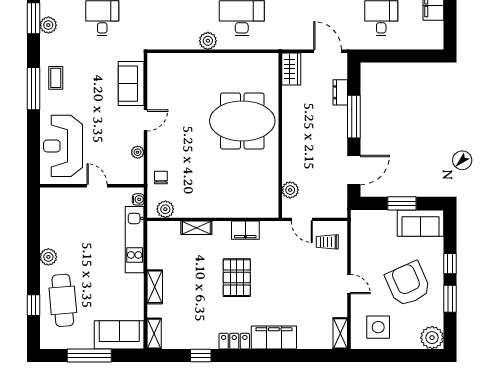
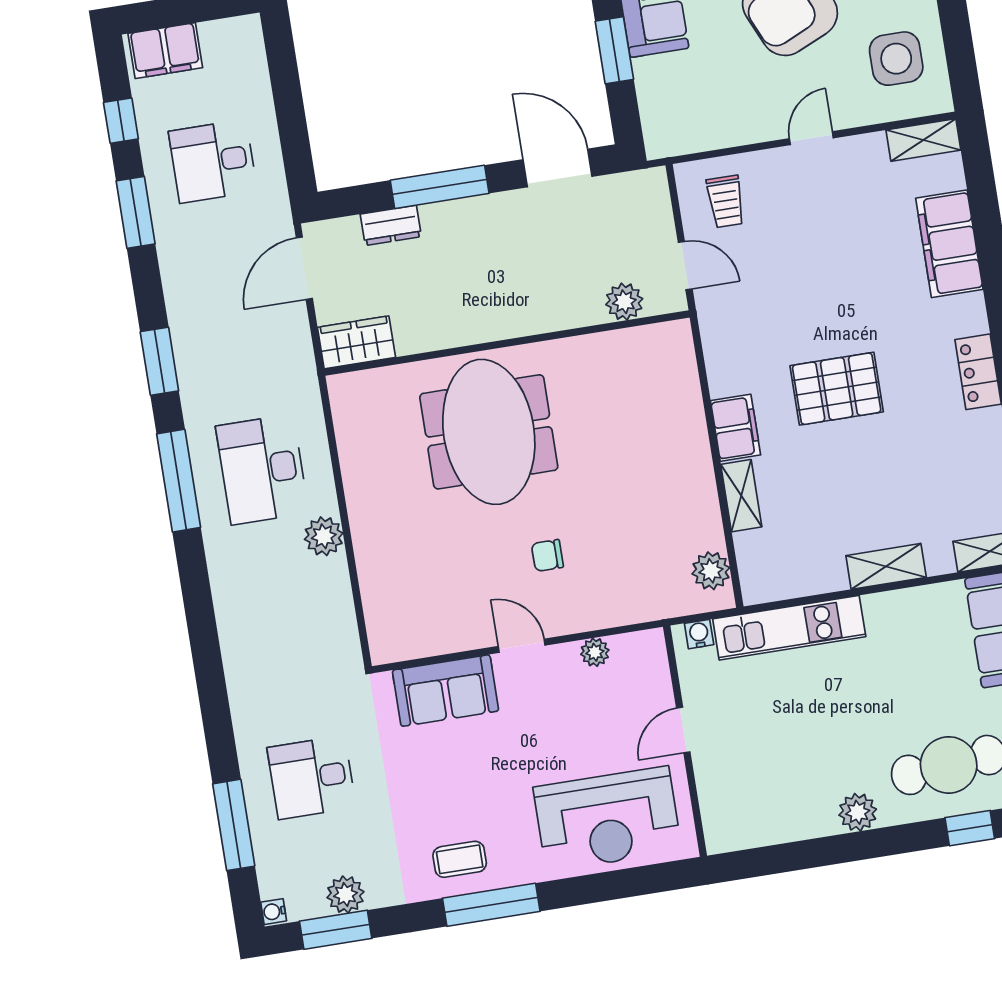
chair: (161, 177) -> (547, 555), moved
door: (302, 219) -> (685, 266), hinge flipped
filing cabinet: (245, 230) -> (736, 428), moved
filing cabinet: (274, 337) -> (949, 244), moved

